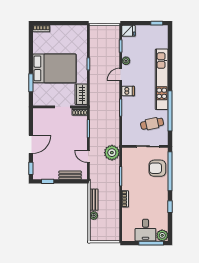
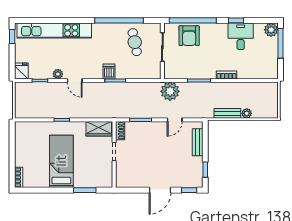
bed: (54, 68) -> (61, 161), width x0.67
kitchen unit: (162, 79) -> (54, 30), moved
dishwasher: (128, 91) -> (109, 71), moved
door: (31, 144) -> (160, 190), swing flipped
desk: (145, 230) -> (241, 36), moved, turned -90

